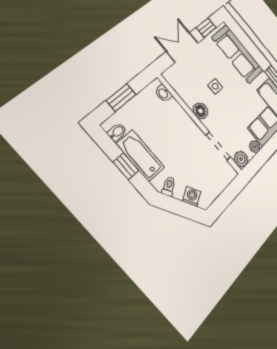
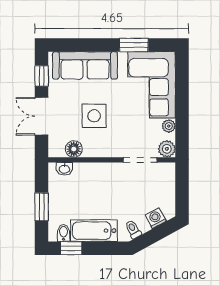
side table: (215, 86) -> (94, 116), width x1.87, depth x1.87
floor lamp: (200, 111) -> (74, 149), moved
window: (126, 166) -> (71, 248), moved

